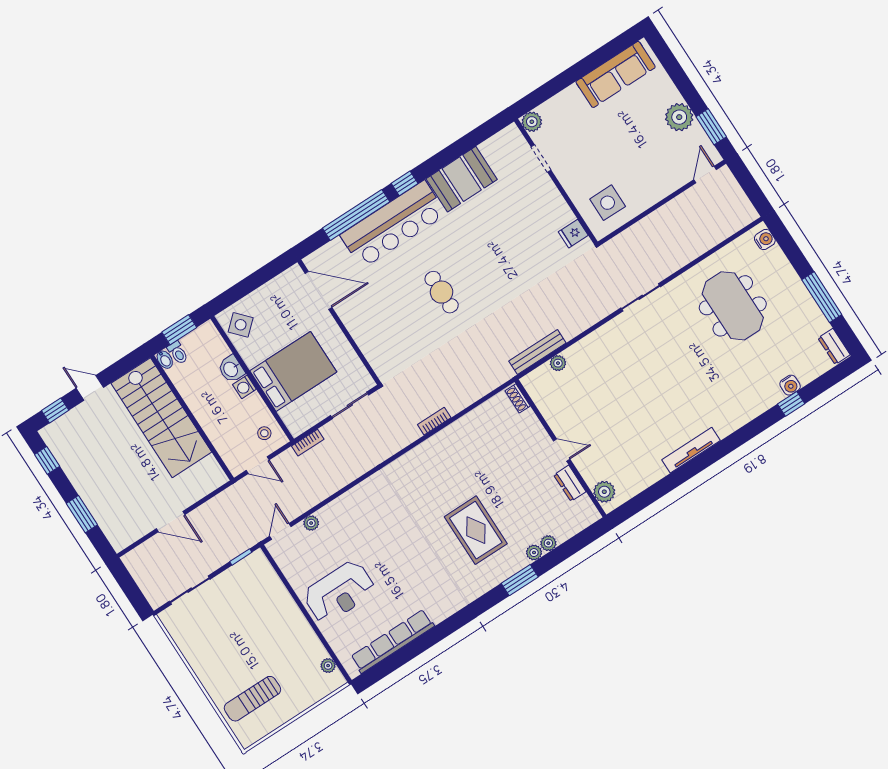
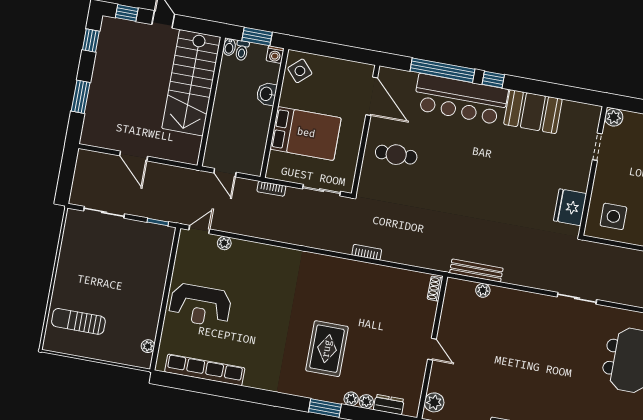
fridge: (573, 234) -> (570, 207), width x1.88, depth x1.34
cafe table: (442, 292) -> (396, 155), moved, turned 90
washing machine: (244, 387) -> (275, 55), moved, turned -90
stool: (264, 433) -> (249, 156), removed
dresser: (570, 483) -> (389, 405), moved, turned 90

